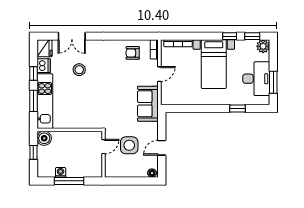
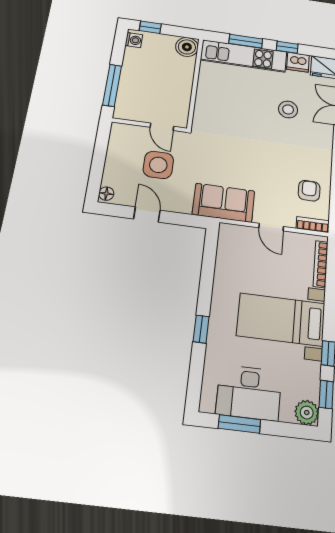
window: (238, 109) -> (201, 329), moved
window: (33, 152) -> (150, 27), moved
washing machine: (61, 172) -> (134, 40), moved
window: (69, 181) -> (112, 85), moved

